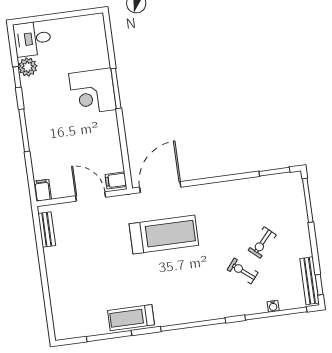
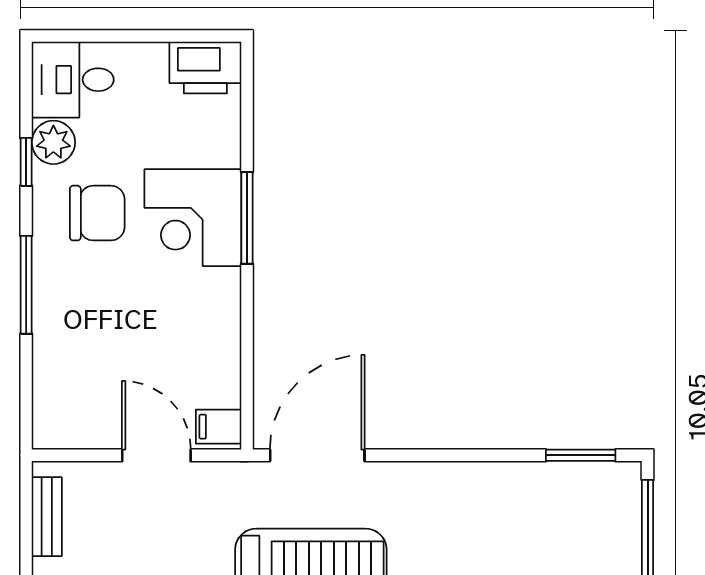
printer: (89, 26) -> (205, 68), added
chair: (51, 95) -> (97, 213), added
filing cabinet: (42, 190) -> (49, 426), removed

